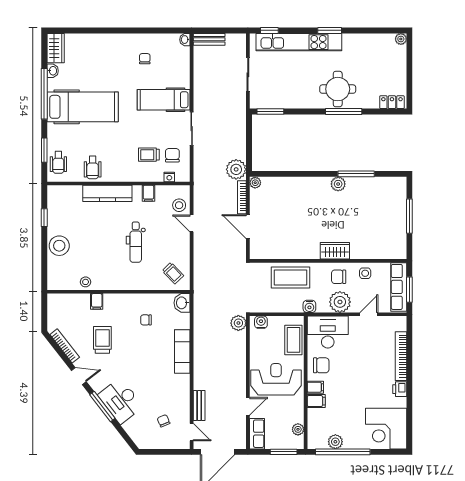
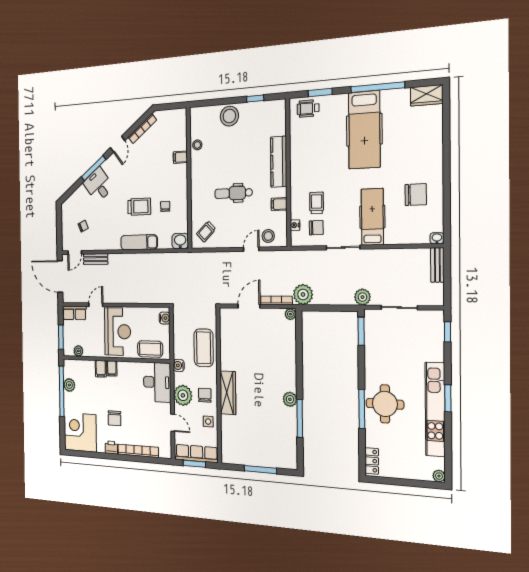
kitchen unit: (299, 42) -> (435, 409), moved
chair: (145, 59) -> (416, 195), width x1.87, depth x1.87
washbasin: (53, 71) -> (402, 94), removed
wheelchair: (93, 168) -> (303, 145), removed
wardrobe: (335, 251) -> (228, 393), width x1.50
plant: (238, 323) -> (362, 297), moved
trolley: (102, 340) -> (139, 207), moved
chair: (321, 365) -> (114, 418), moved
desk: (120, 401) -> (98, 185), width x0.73
door: (248, 406) -> (96, 305), swing flipped

